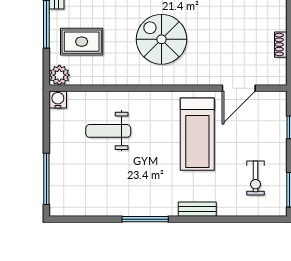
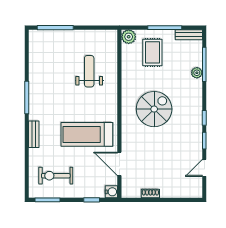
water cooler: (58, 100) -> (111, 192), moved
exercise bike: (256, 178) -> (56, 176), width x1.38, depth x1.39

